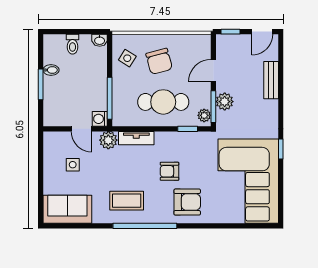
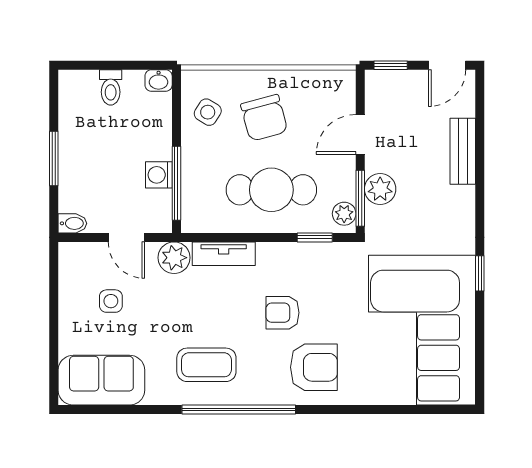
bidet: (51, 70) -> (72, 223), moved
washing machine: (100, 119) -> (159, 175), moved

